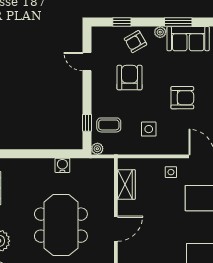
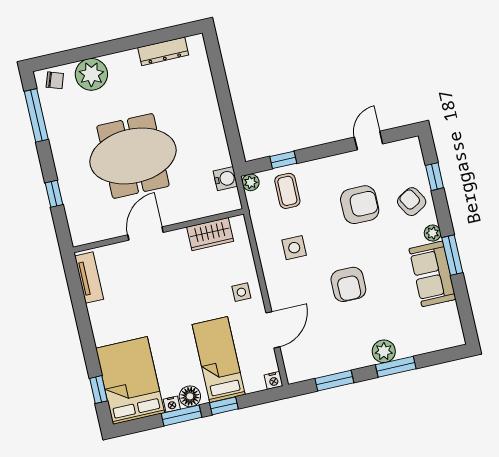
water cooler: (62, 165) -> (225, 179), moved
door: (116, 229) -> (146, 234), swing flipped

